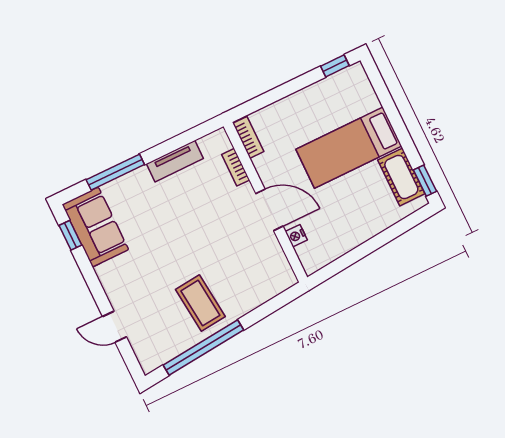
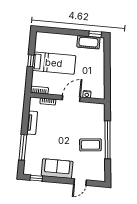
window: (335, 66) -> (31, 61), moved
bed: (349, 148) -> (54, 63), moved, turned -90
sofa: (95, 227) -> (57, 169), moved
window: (203, 348) -> (108, 140), moved

